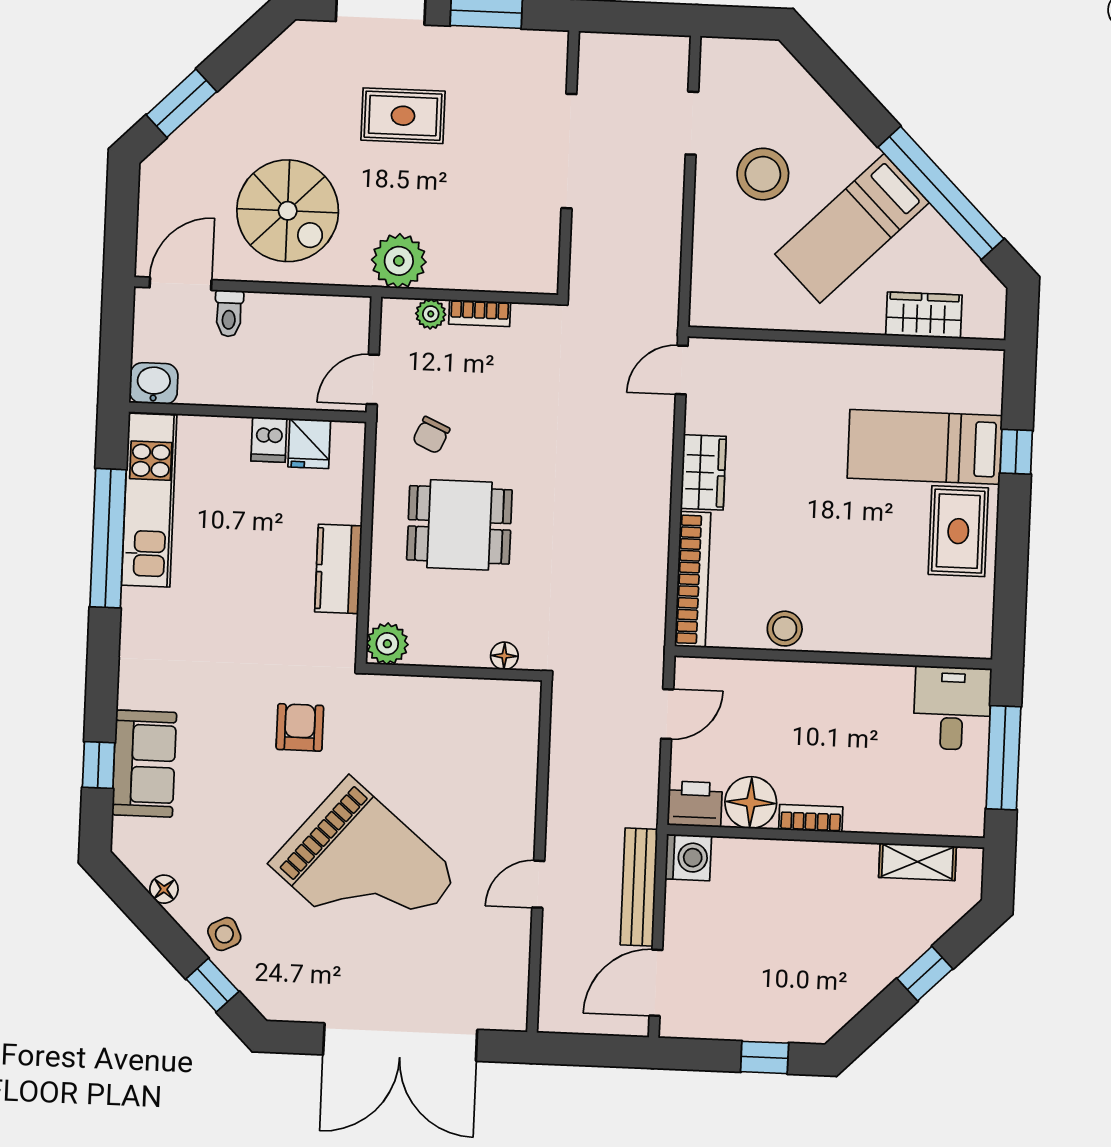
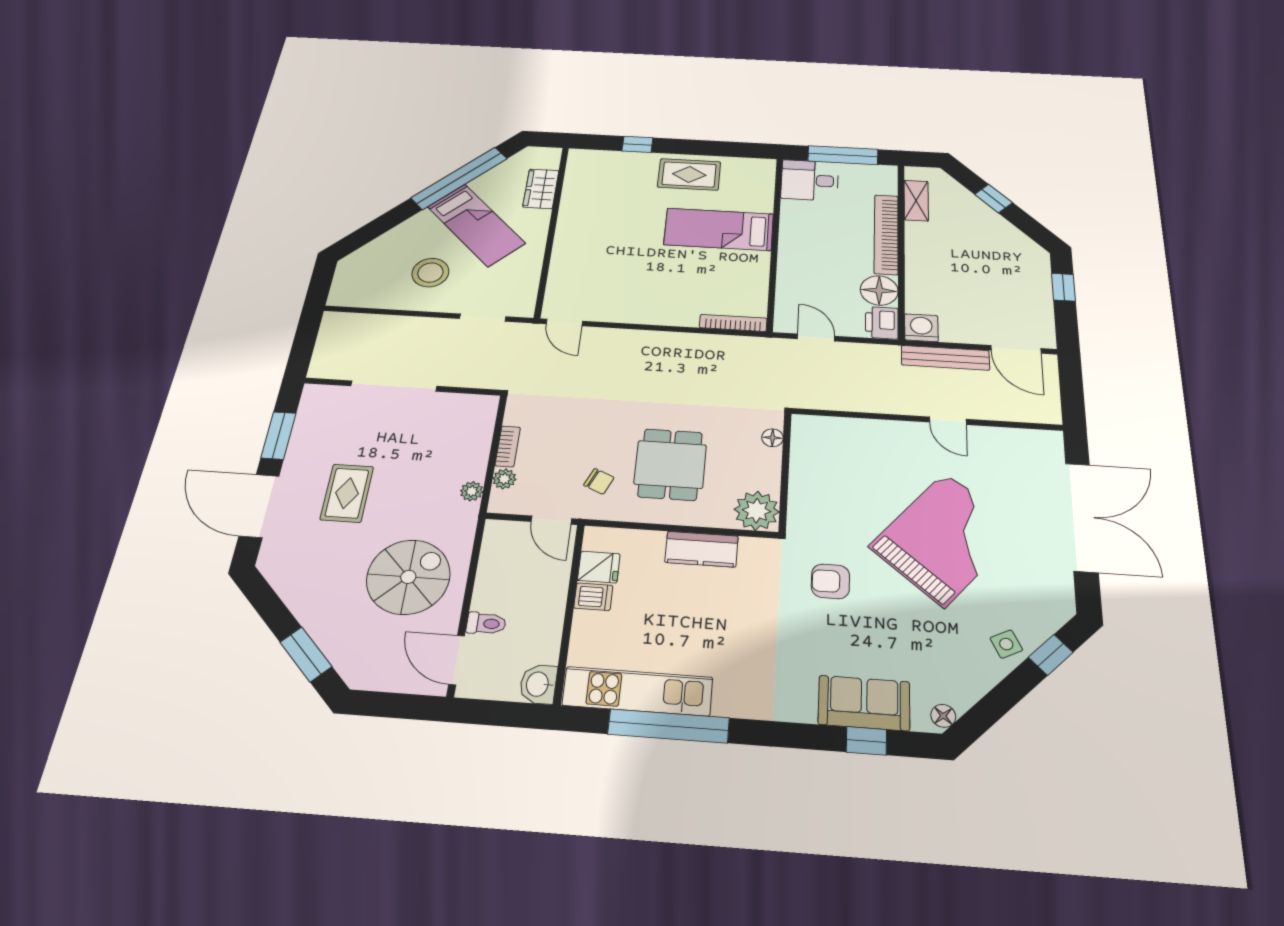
doorway: (692, 123) -> (483, 318), moved
plant: (399, 261) -> (472, 491), width x0.53, depth x0.53
bed: (925, 447) -> (719, 229), moved, turned 90
wardrobe: (703, 472) -> (640, 312), removed
bookcase: (693, 579) -> (733, 323), width x0.68, depth x0.76
stool: (785, 629) -> (754, 268), removed
plant: (387, 644) -> (757, 511), width x1.36, depth x1.36
bookcase: (811, 818) -> (886, 234), width x2.31, depth x1.31
floor lamp: (164, 889) -> (943, 716), moved

